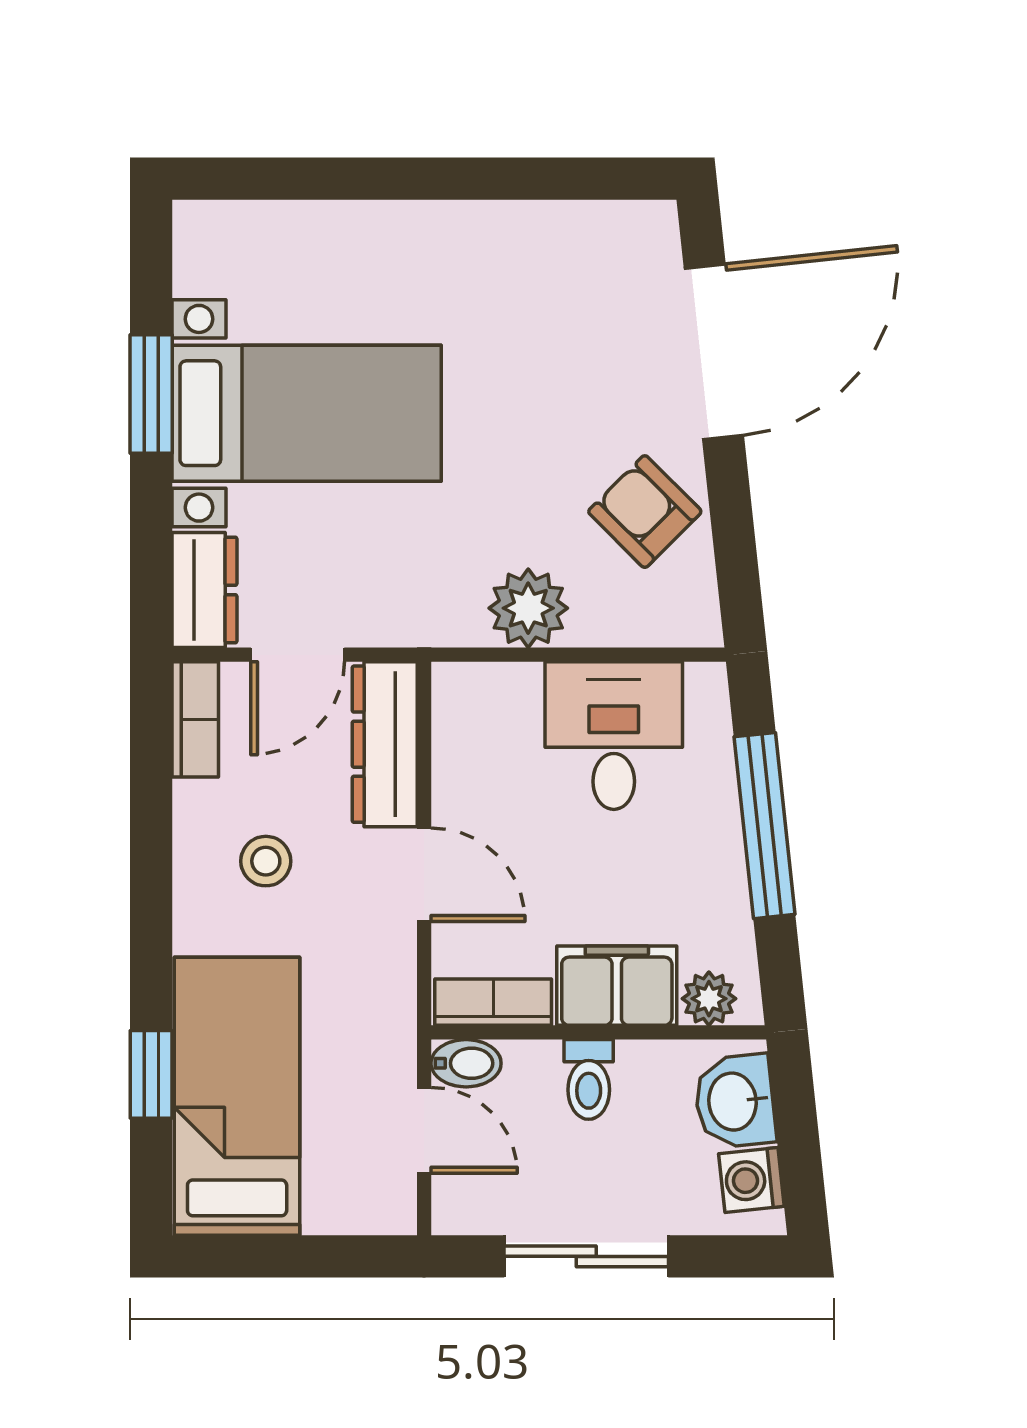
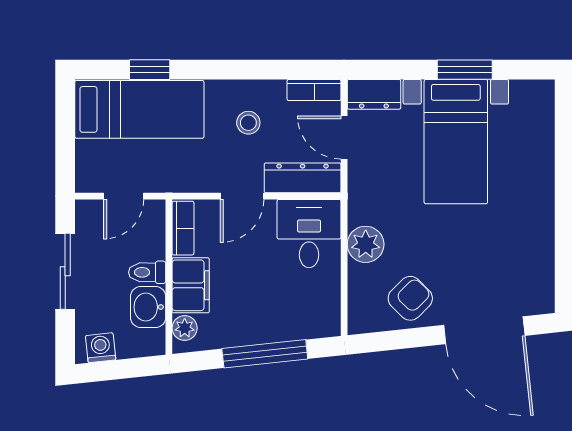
desk: (614, 736) -> (309, 234), moved, turned -90
bidet: (466, 1063) -> (155, 215), removed
washbasin: (735, 1101) -> (148, 307), moved, turned -84

